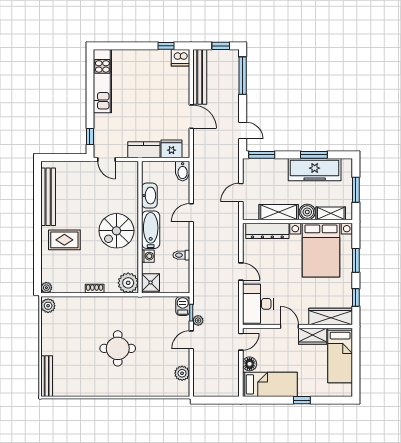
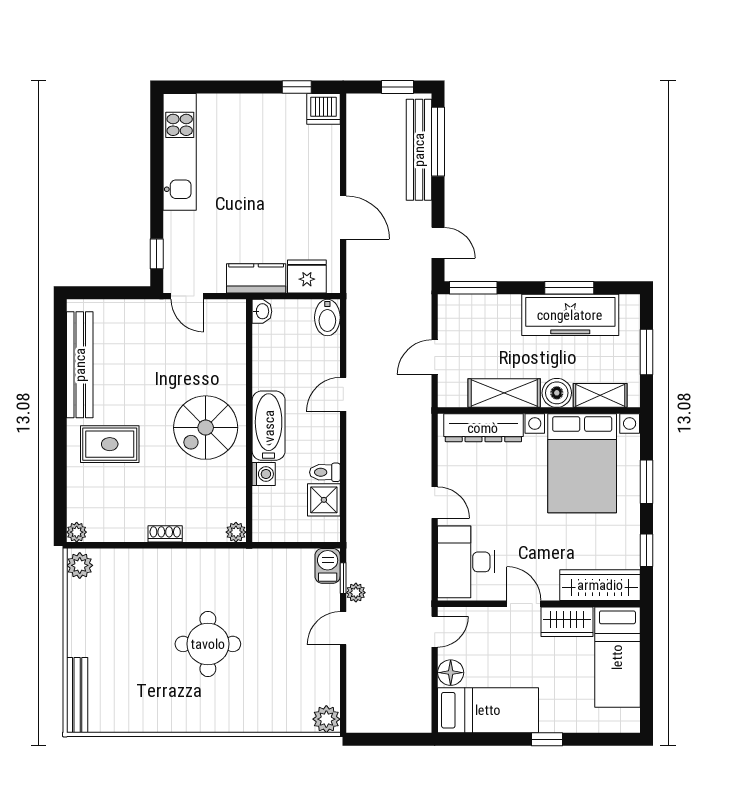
bench: (200, 77) -> (419, 150), moved
washbasin: (149, 196) -> (262, 311), moved, width x0.52, depth x0.69
shower: (151, 282) -> (324, 500), moved
plant: (128, 283) -> (236, 532), width x0.53, depth x0.53
plant: (182, 373) -> (326, 719), moved

